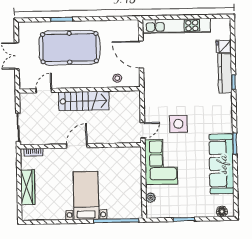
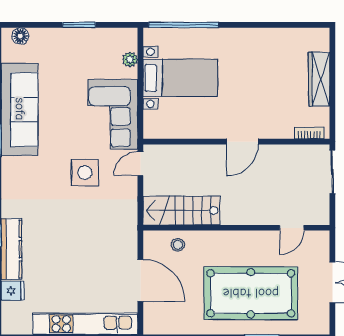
stairs: (84, 101) -> (182, 211), moved
bed with nightstands: (86, 195) -> (180, 78), moved, turned -90

